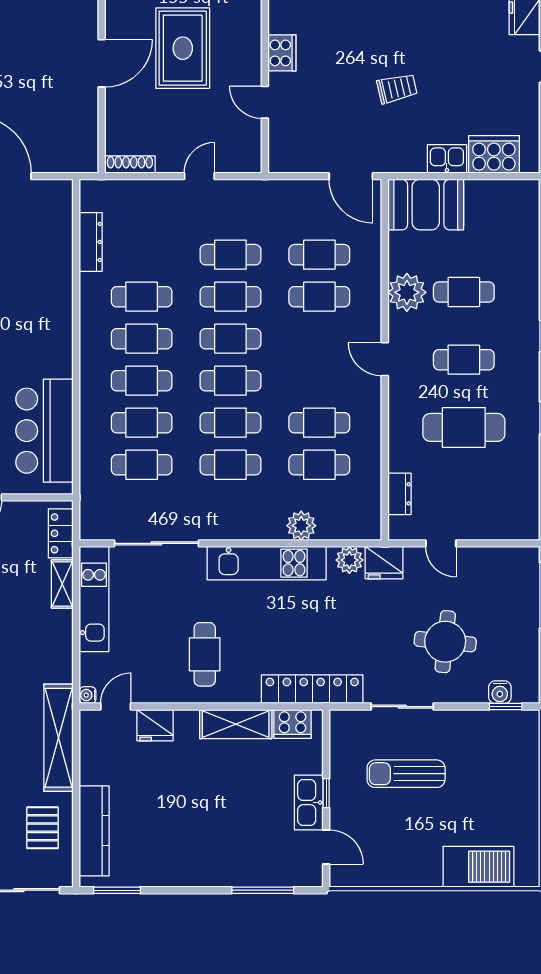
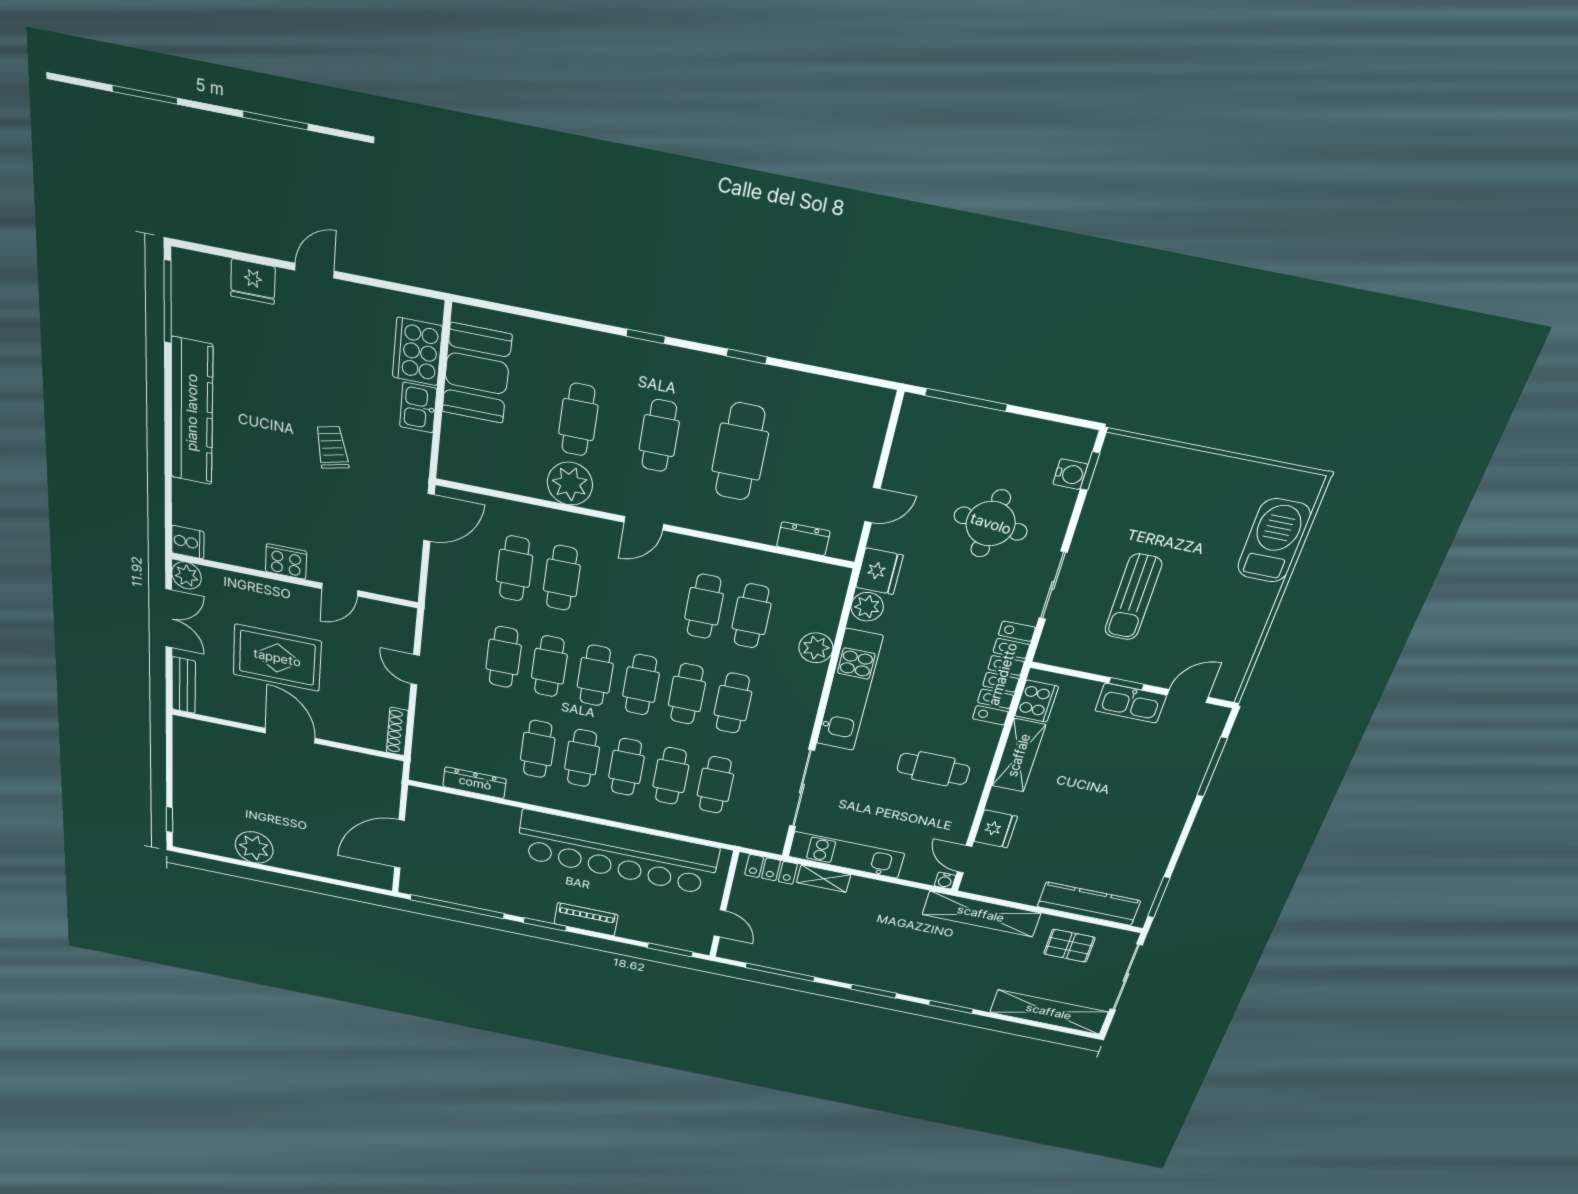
booth: (426, 205) -> (477, 373), moved
bar counter: (44, 431) -> (617, 852), width x1.86

